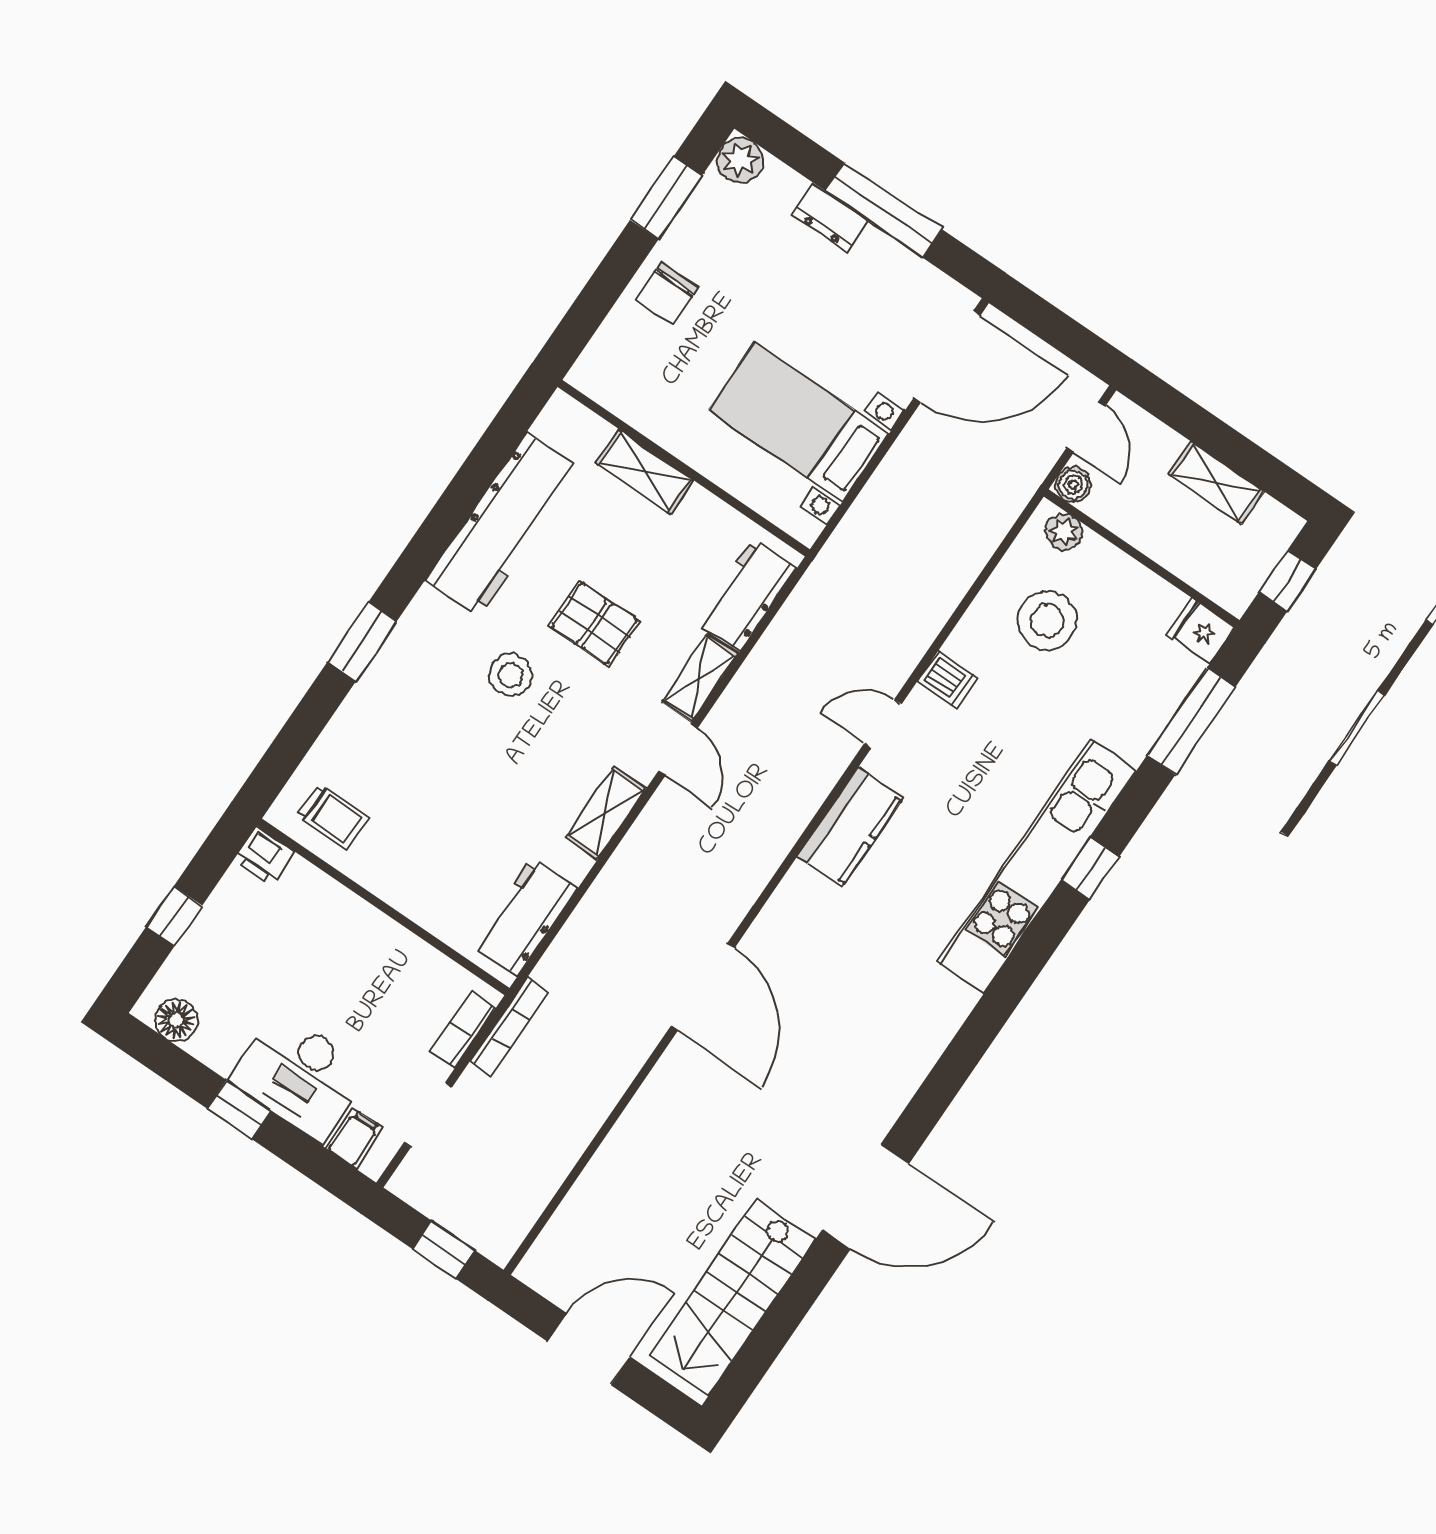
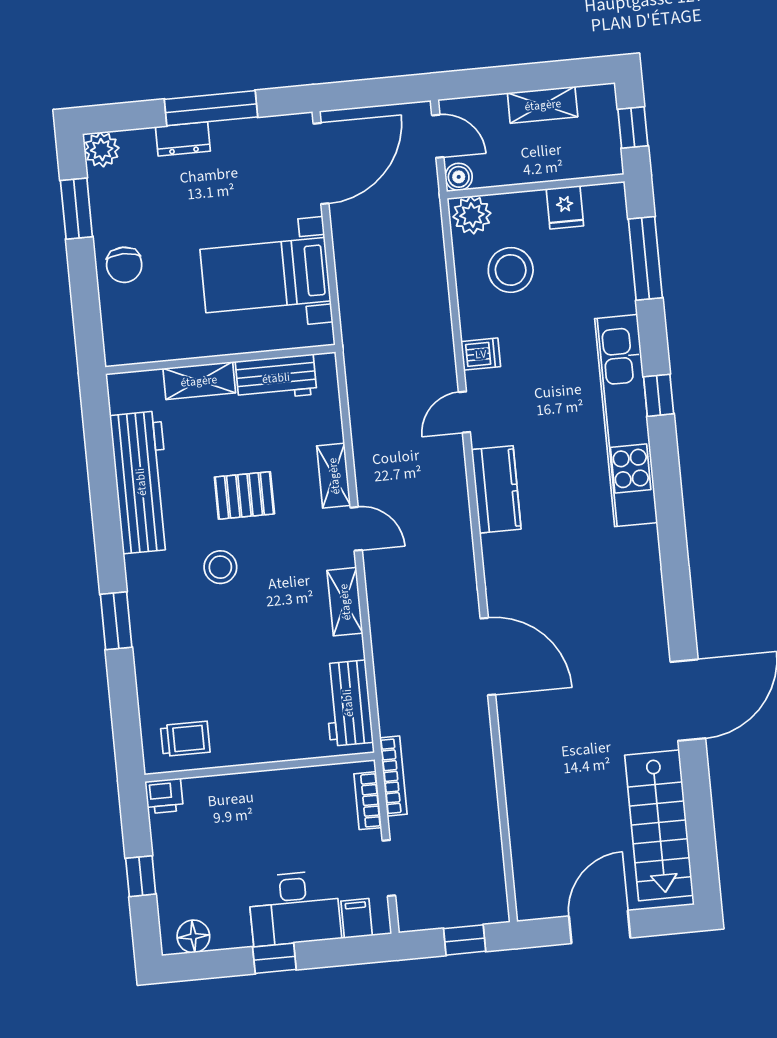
plant: (1064, 532) -> (472, 215), width x1.38, depth x1.38
workbench: (747, 595) -> (276, 378), moved, turned -90
fridge: (1201, 631) -> (565, 207), moved, turned -90

